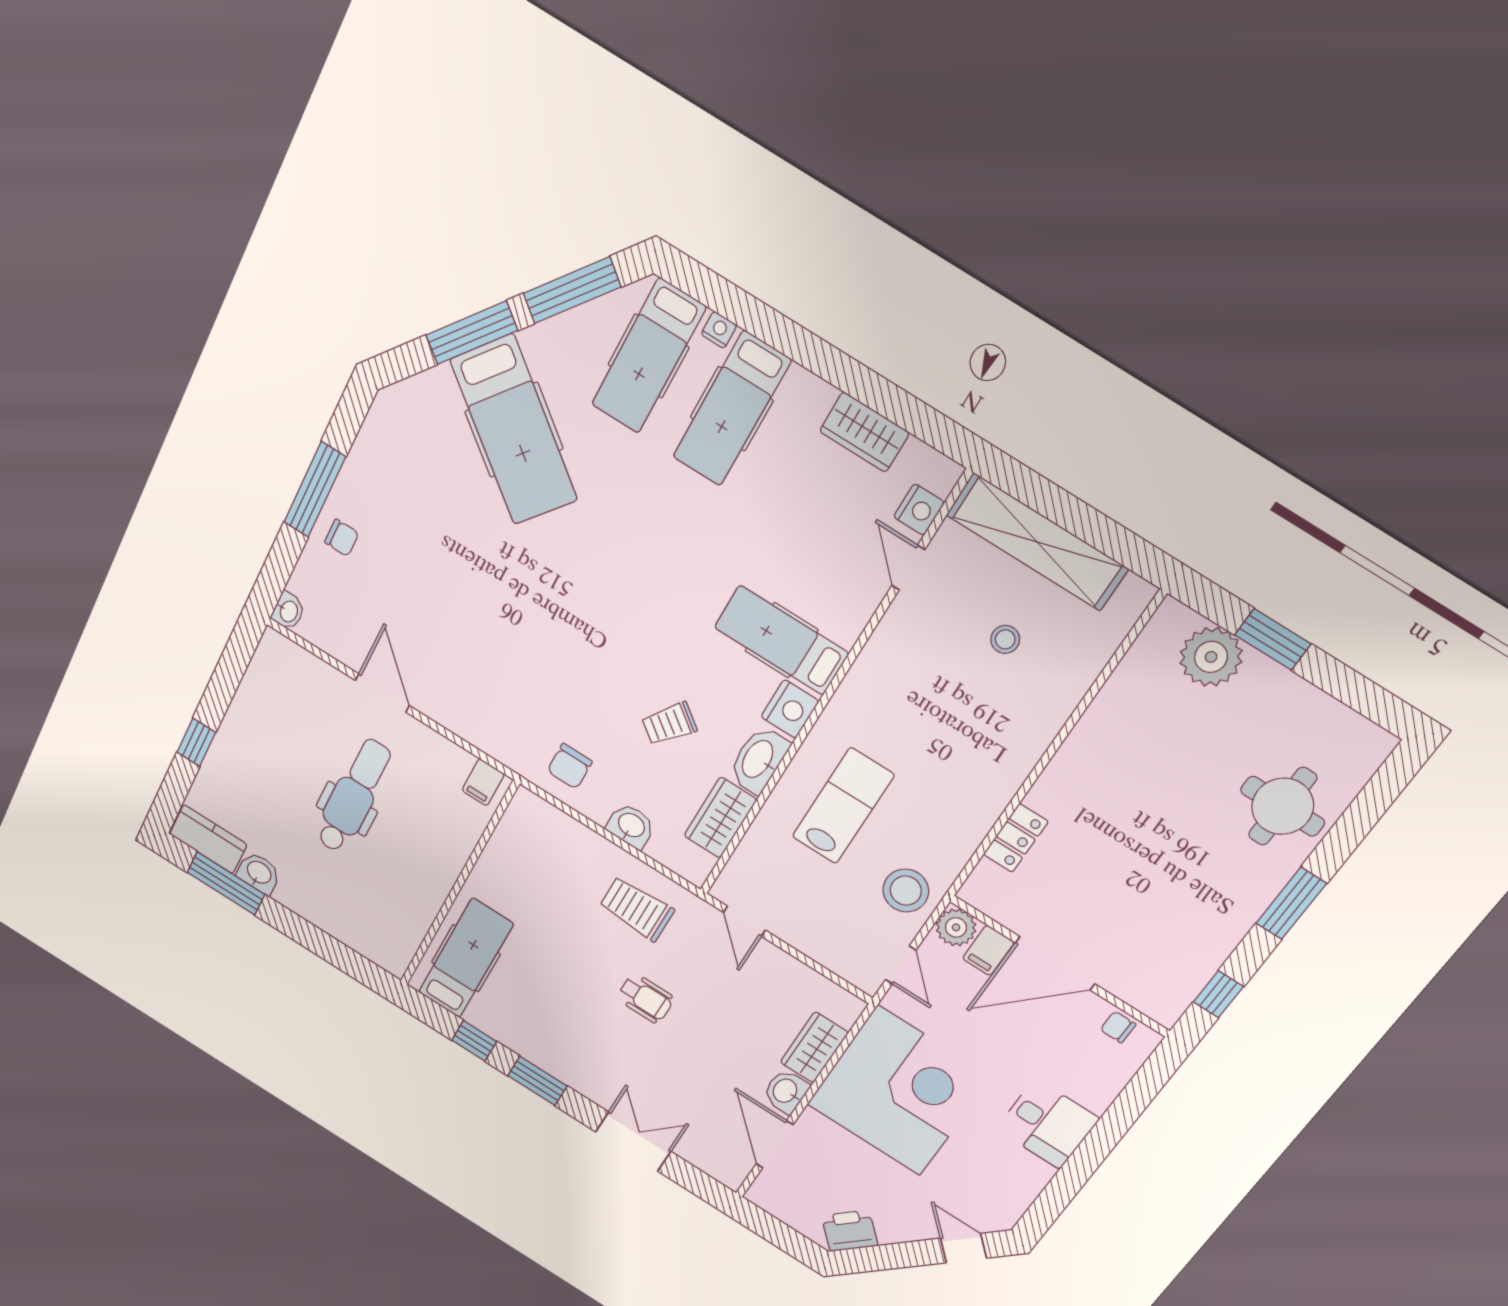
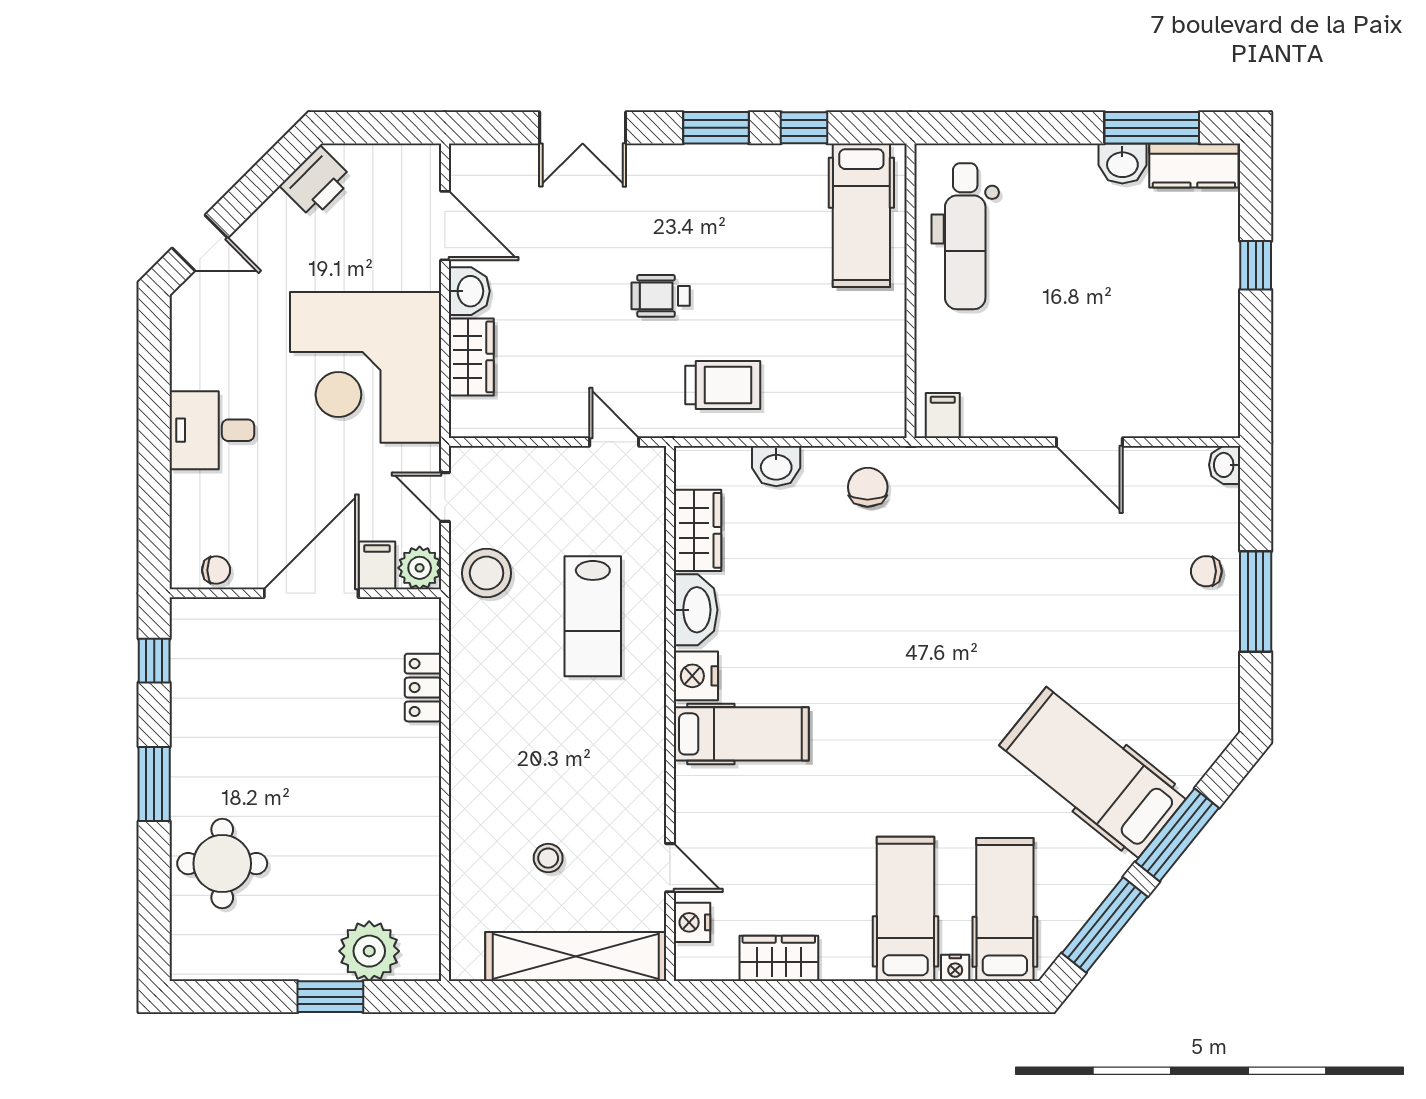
trolley: (669, 724) -> (797, 591), removed
dental chair: (353, 796) -> (965, 236), moved

